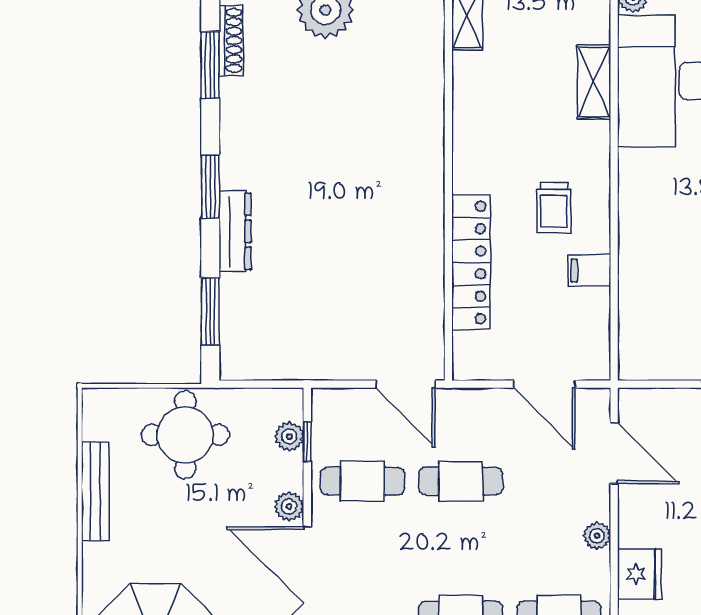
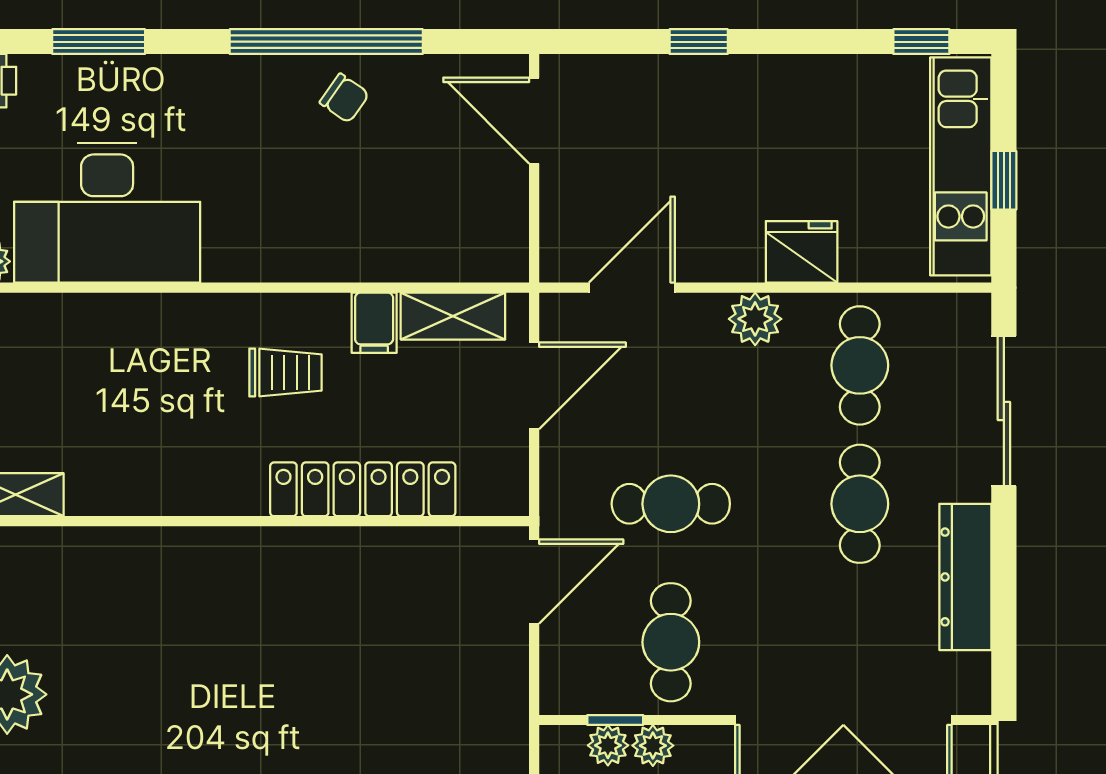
shelving: (594, 82) -> (453, 316), moved
cafe table: (461, 481) -> (671, 504), turned 90
plant: (289, 506) -> (653, 746), moved
plant: (597, 536) -> (755, 319), width x1.38, depth x1.38

